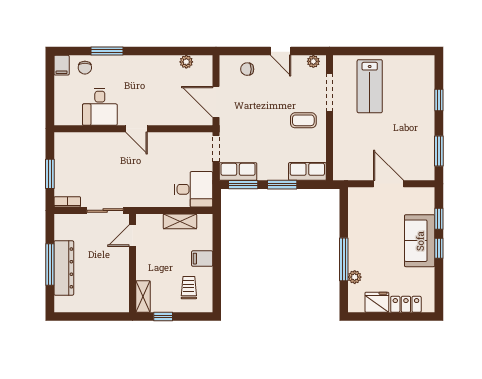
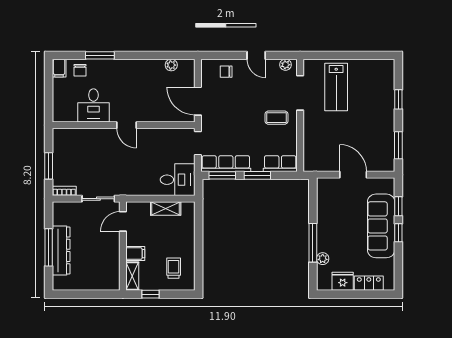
row of seats: (238, 171) -> (226, 164), width x1.48
sofa: (420, 241) -> (381, 226), width x1.36
filing cabinet: (202, 259) -> (135, 254), moved, turned 180

